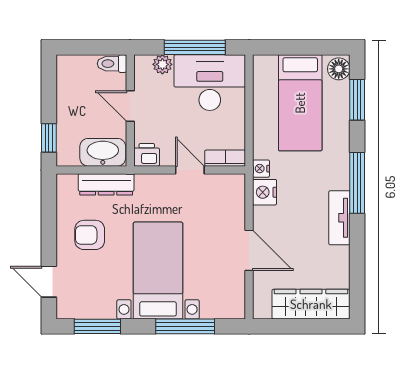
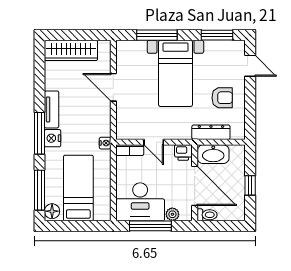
window: (357, 100) -> (39, 190), width x1.44
door: (130, 106) -> (195, 186), width x1.88
window: (49, 138) -> (250, 185), moved
nightstand: (265, 192) -> (53, 138), moved, turned 180

